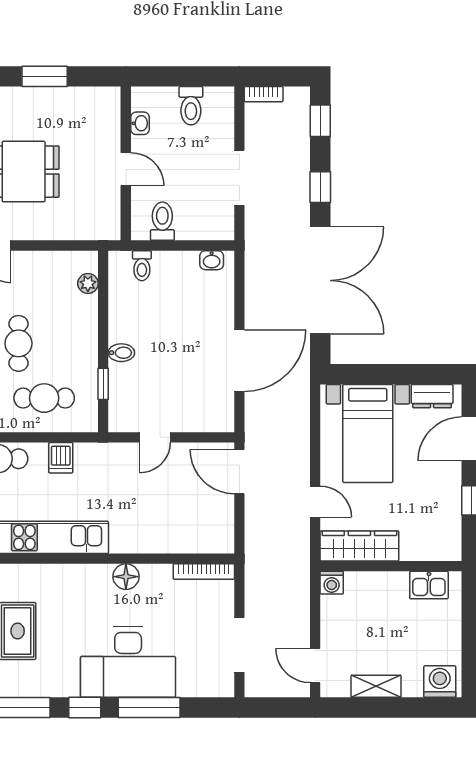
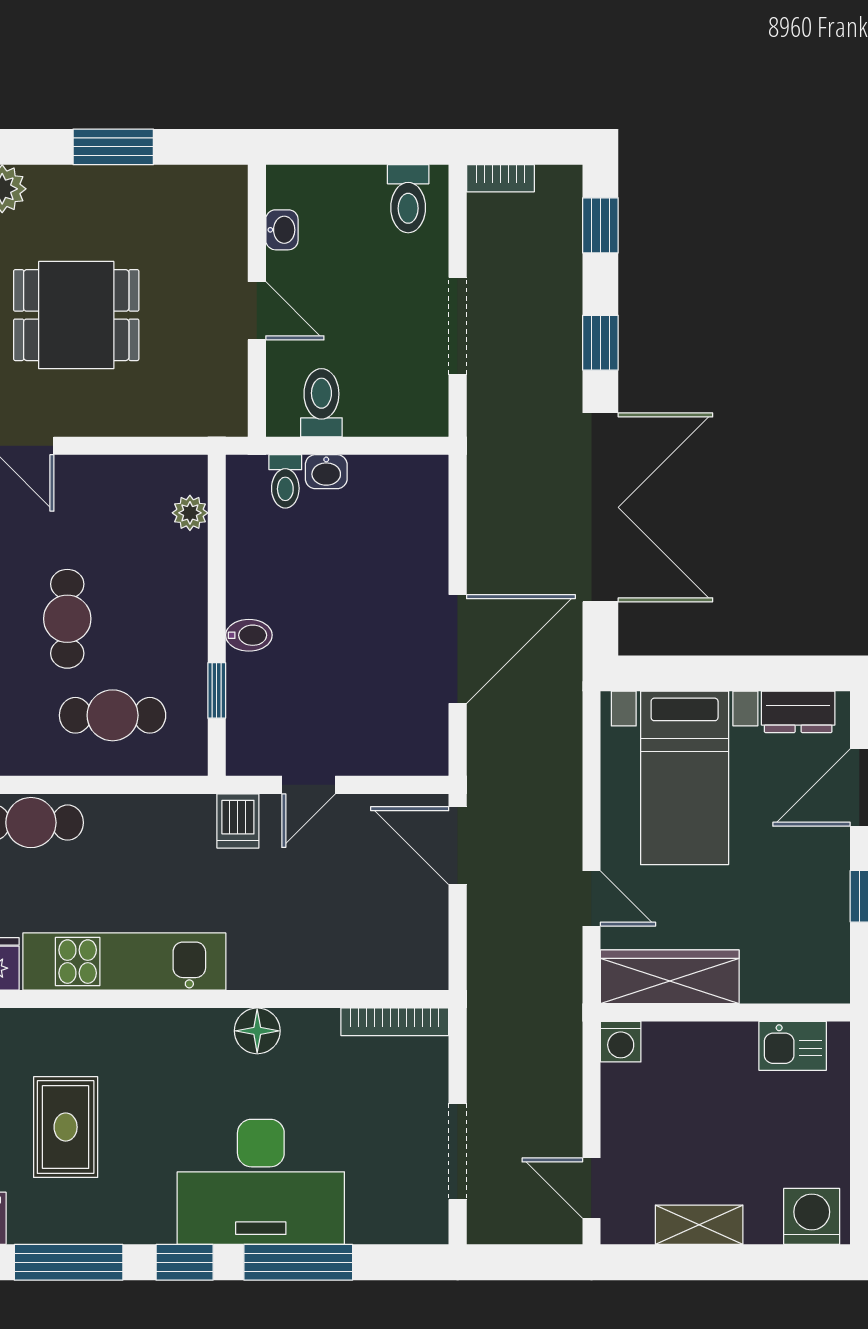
toilet: (191, 106) -> (408, 199), moved
washbasin: (212, 260) -> (326, 472), moved
dishwasher: (61, 458) -> (238, 821), moved

